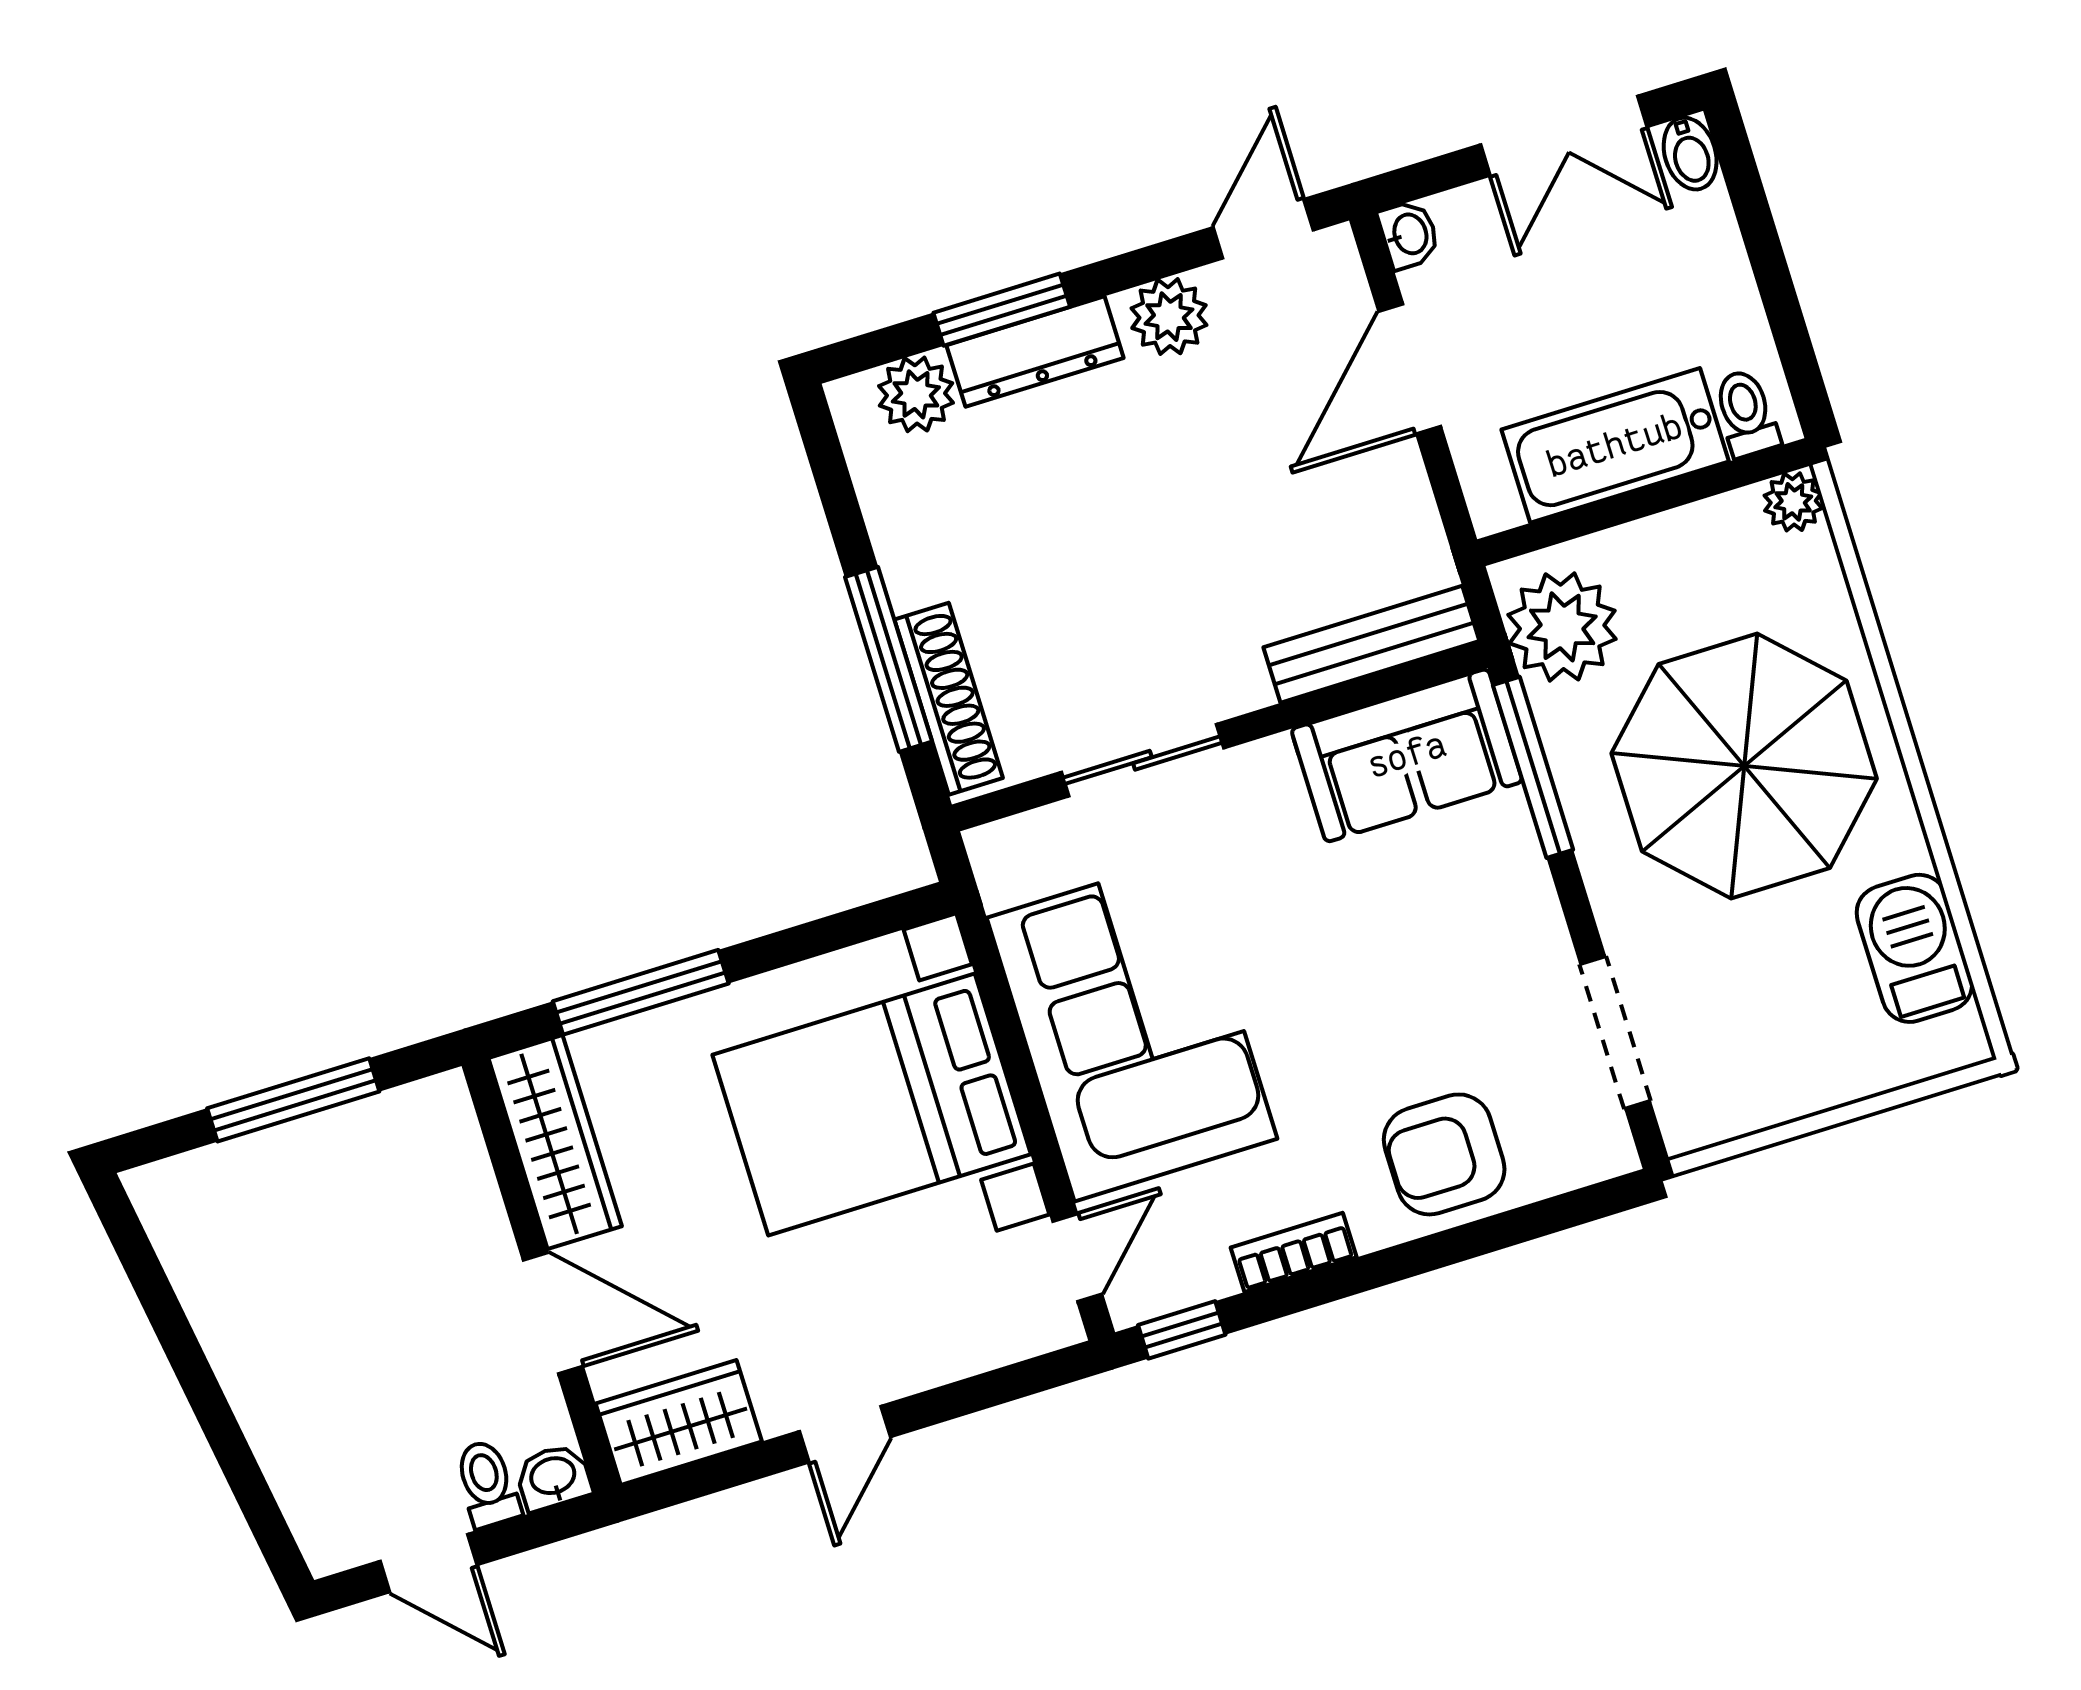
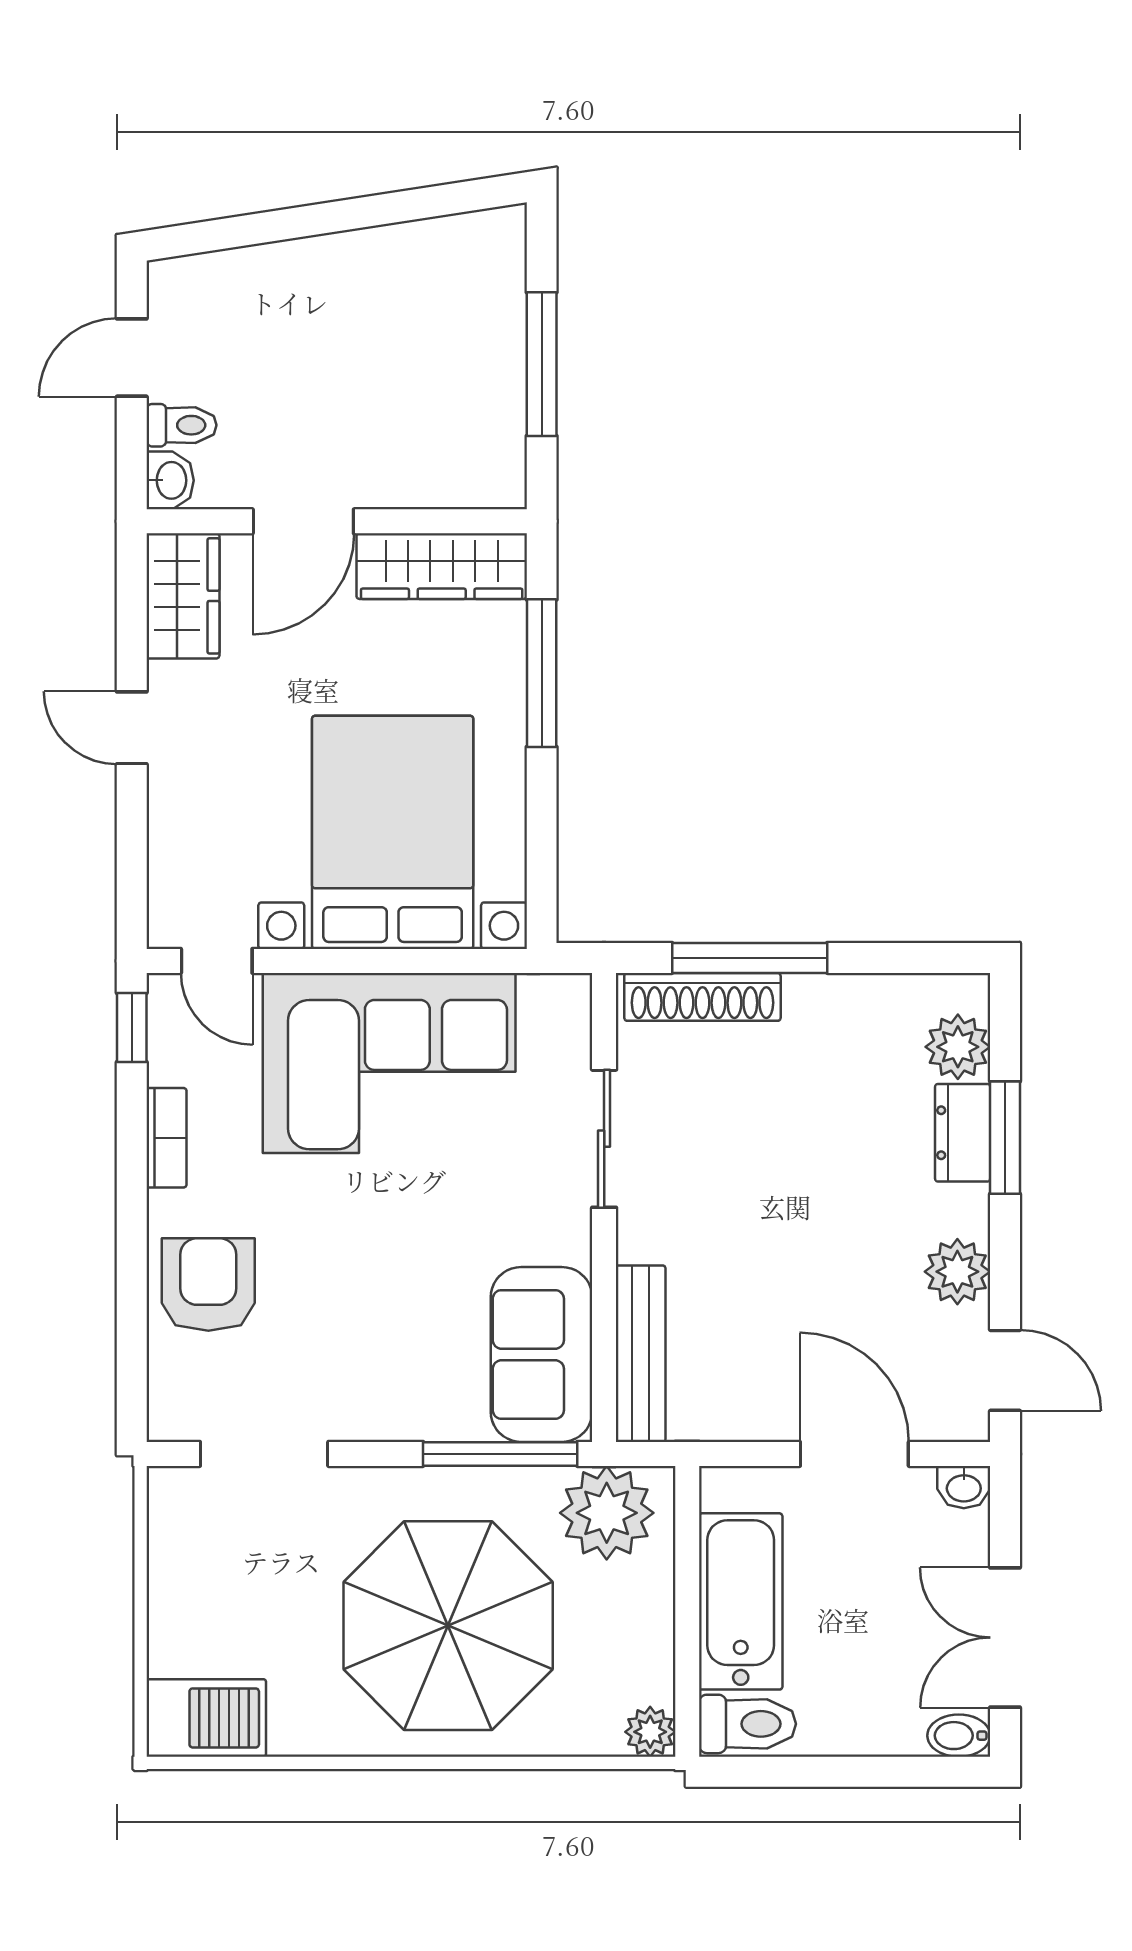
dresser: (1035, 352) -> (963, 1133), width x0.70
toilet: (1746, 413) -> (747, 1724), width x1.37, depth x1.39
barbecue: (1914, 948) -> (206, 1718), moved

